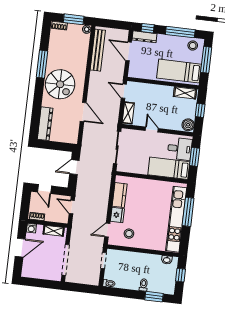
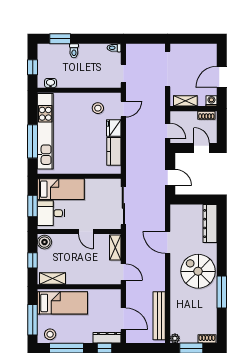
door: (74, 167) -> (170, 177), hinge flipped

